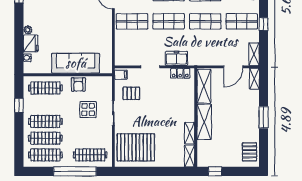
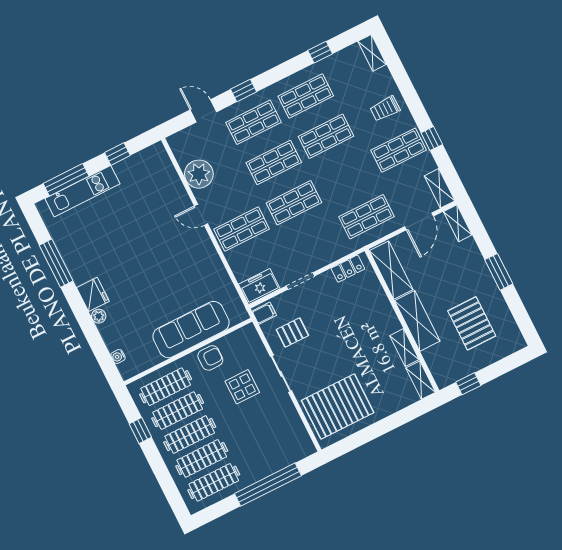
shop shelf: (205, 21) -> (366, 217), moved
fridge: (31, 44) -> (93, 294), moved
freezer: (176, 58) -> (259, 287), moved
armchair: (78, 85) -> (210, 358), turned -90
pallet: (250, 152) -> (472, 323), moved, width x1.50, depth x1.42
clothes rail: (90, 155) -> (178, 411), moved

